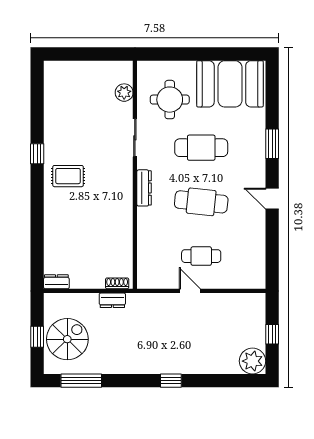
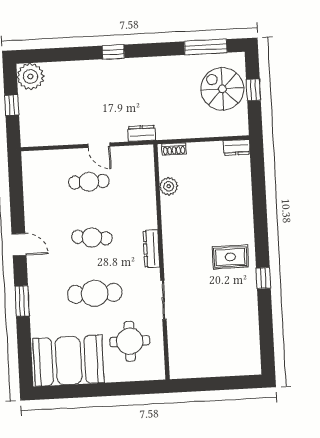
plant: (124, 93) -> (169, 186), moved
cafe table: (201, 202) -> (92, 238), width x0.73, depth x0.74
dresser: (112, 300) -> (142, 133), moved
spiral stairs: (67, 339) -> (222, 89), turned 90

